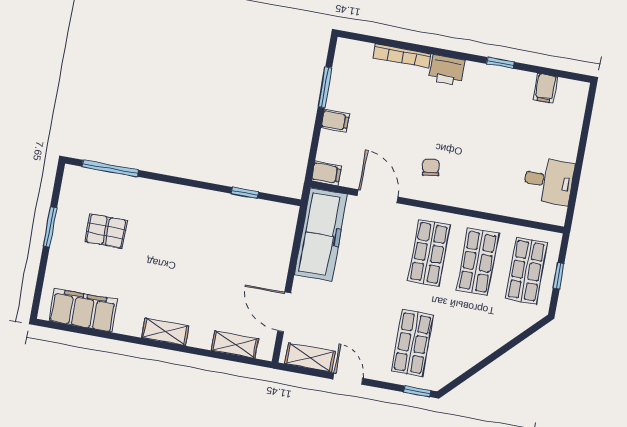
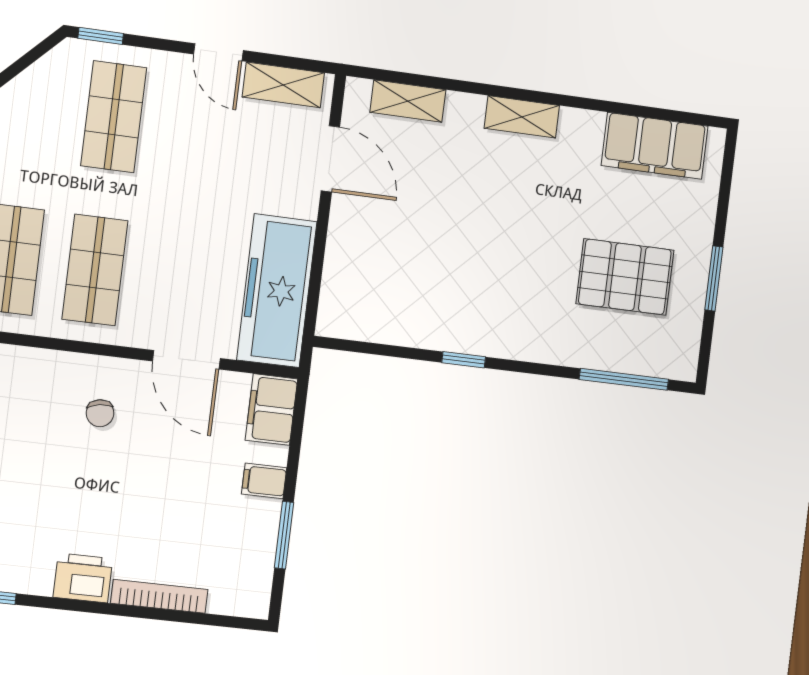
filing cabinet: (326, 173) -> (271, 410), width x2.00
window: (245, 193) -> (464, 360), moved
pallet: (106, 231) -> (625, 277), width x1.50, depth x1.42

